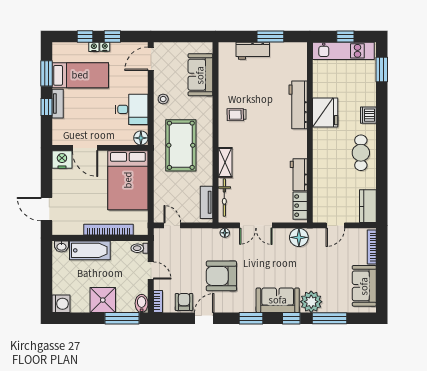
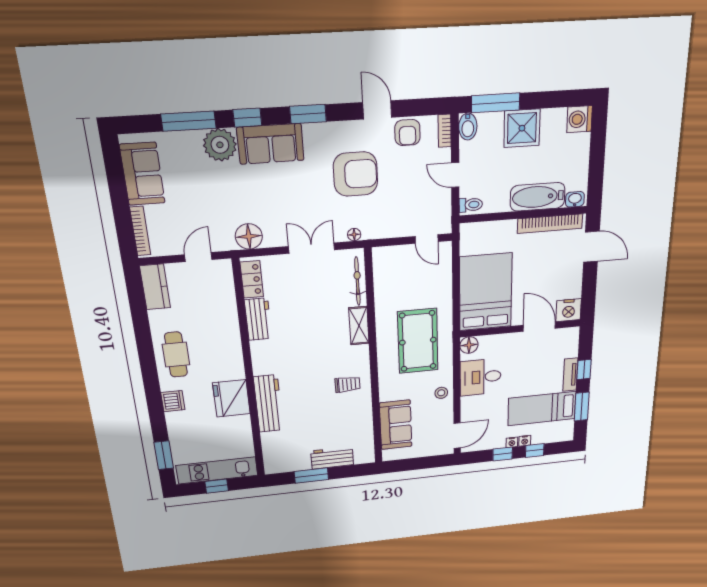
tv unit: (207, 202) -> (381, 273), removed
bookcase: (108, 230) -> (550, 224), moved
door: (204, 318) -> (377, 110), swing flipped

